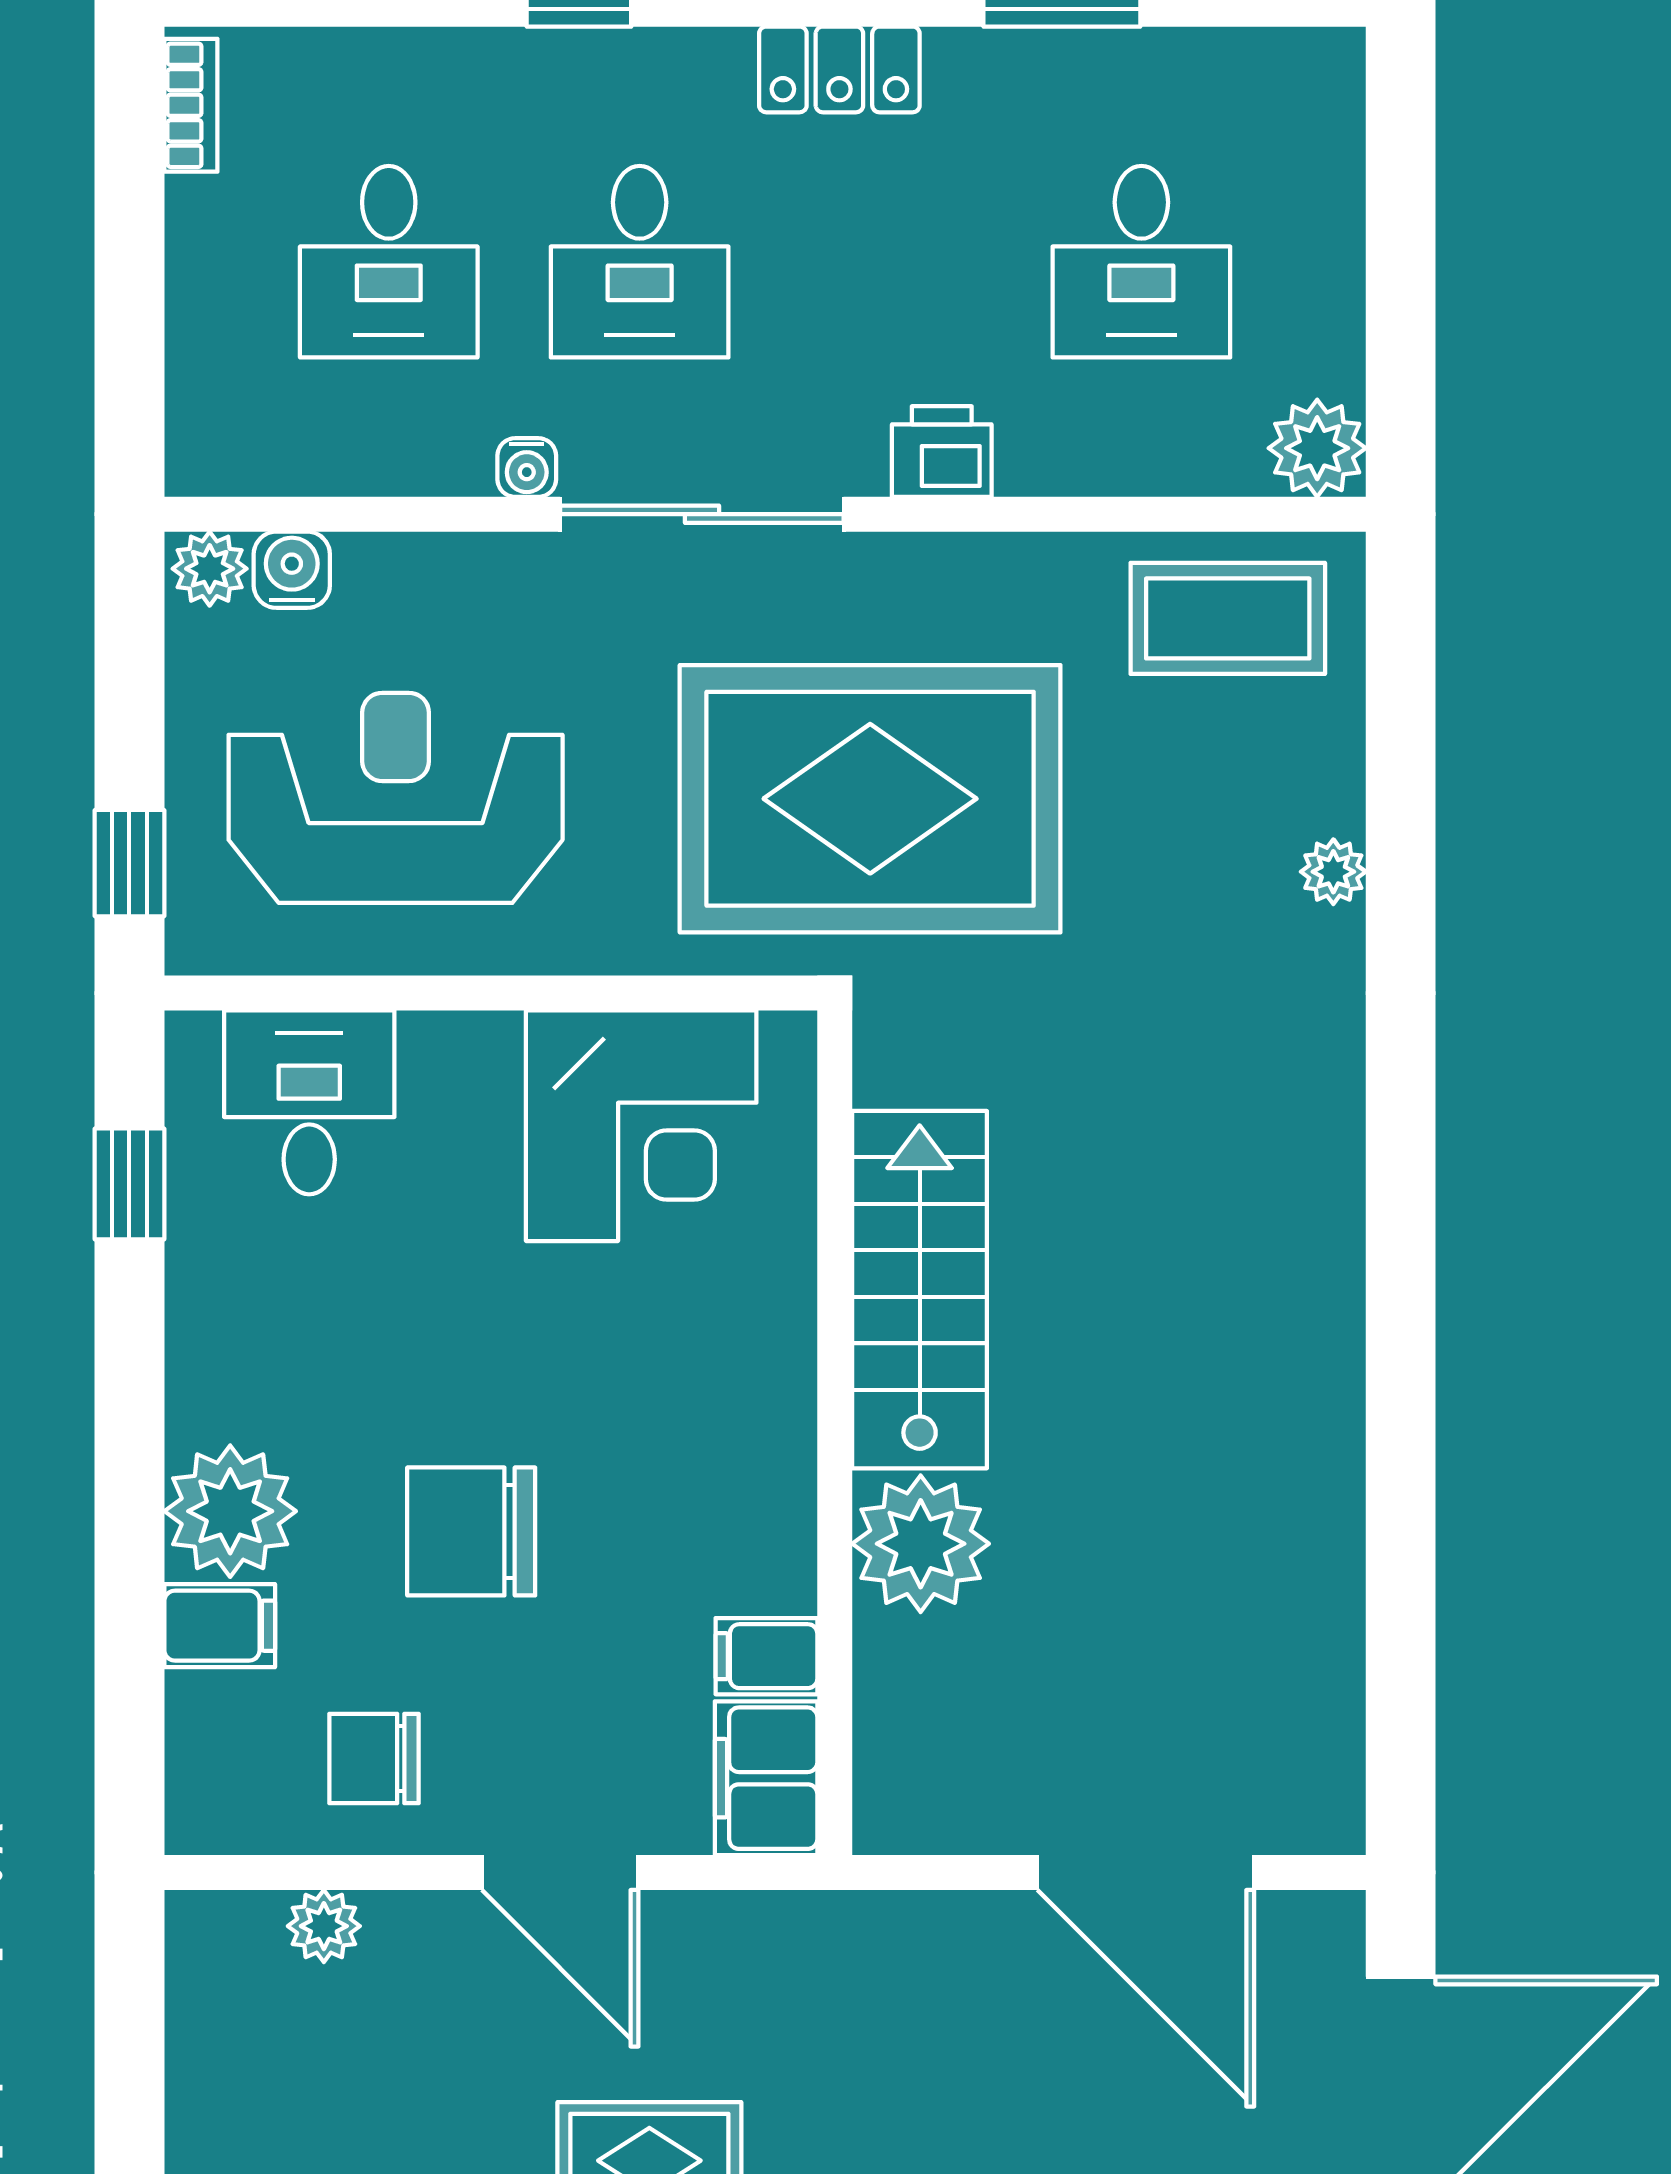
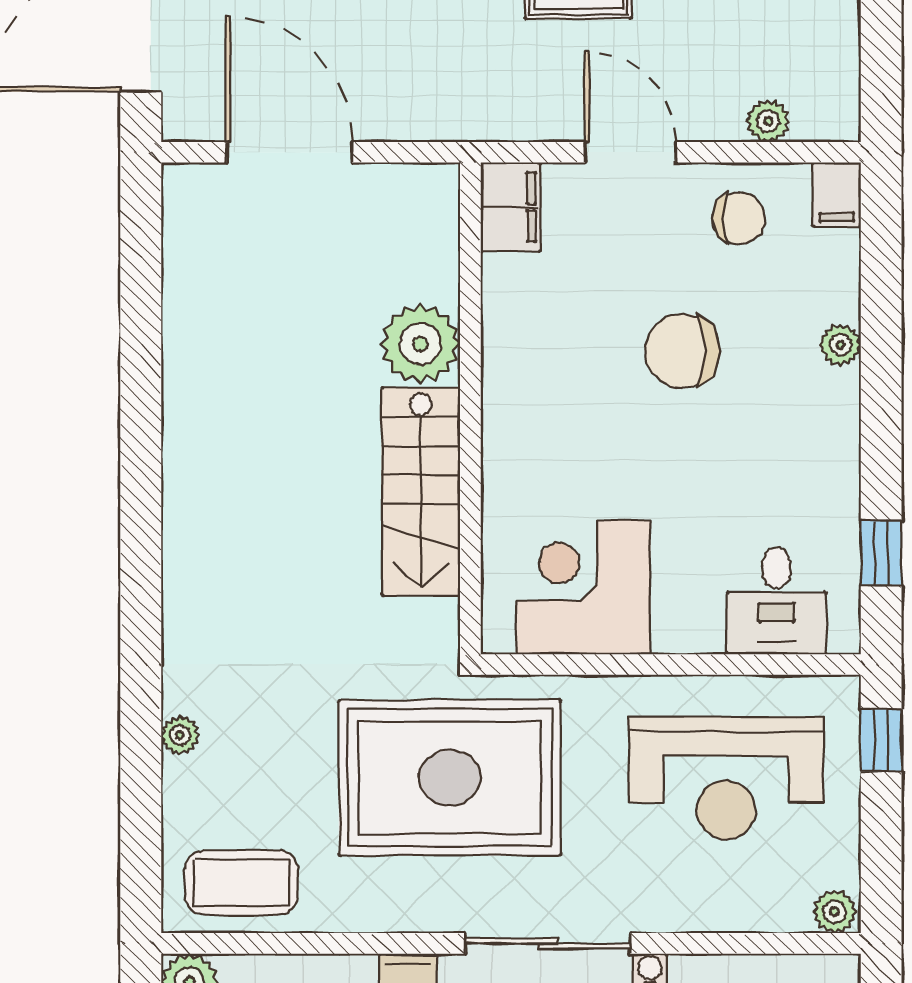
water cooler: (292, 570) -> (787, 911), removed
plant: (230, 1511) -> (840, 345), width x0.53, depth x0.53
chair: (471, 1531) -> (682, 351), turned 180
filing cabinet: (220, 1626) -> (837, 195), moved, turned -90
filing cabinet: (766, 1656) -> (510, 278), removed

